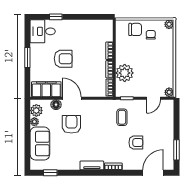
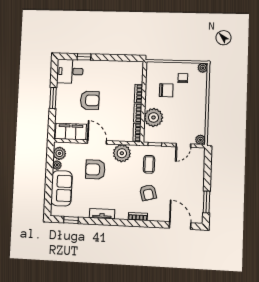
chair: (135, 29) -> (166, 90), moved
floor lamp: (56, 105) -> (80, 148), removed
plant: (96, 108) -> (122, 153), added
armchair: (71, 124) -> (95, 169), turned -90
armchair: (136, 143) -> (148, 193), moved, turned 75
tv unit: (92, 165) -> (102, 214), moved
door: (153, 173) -> (180, 226), hinge flipped

